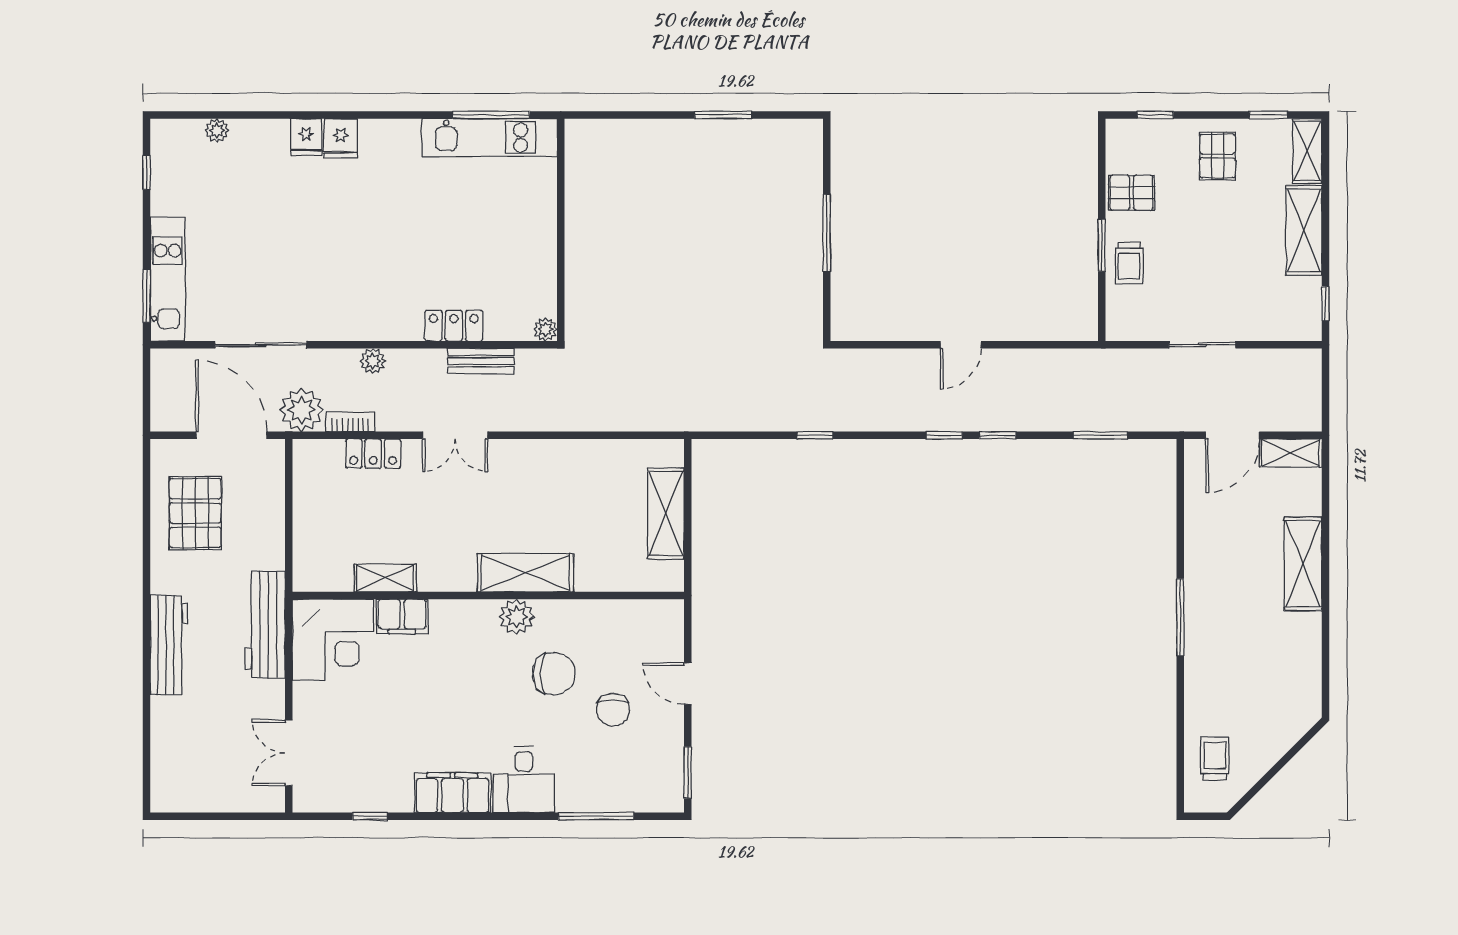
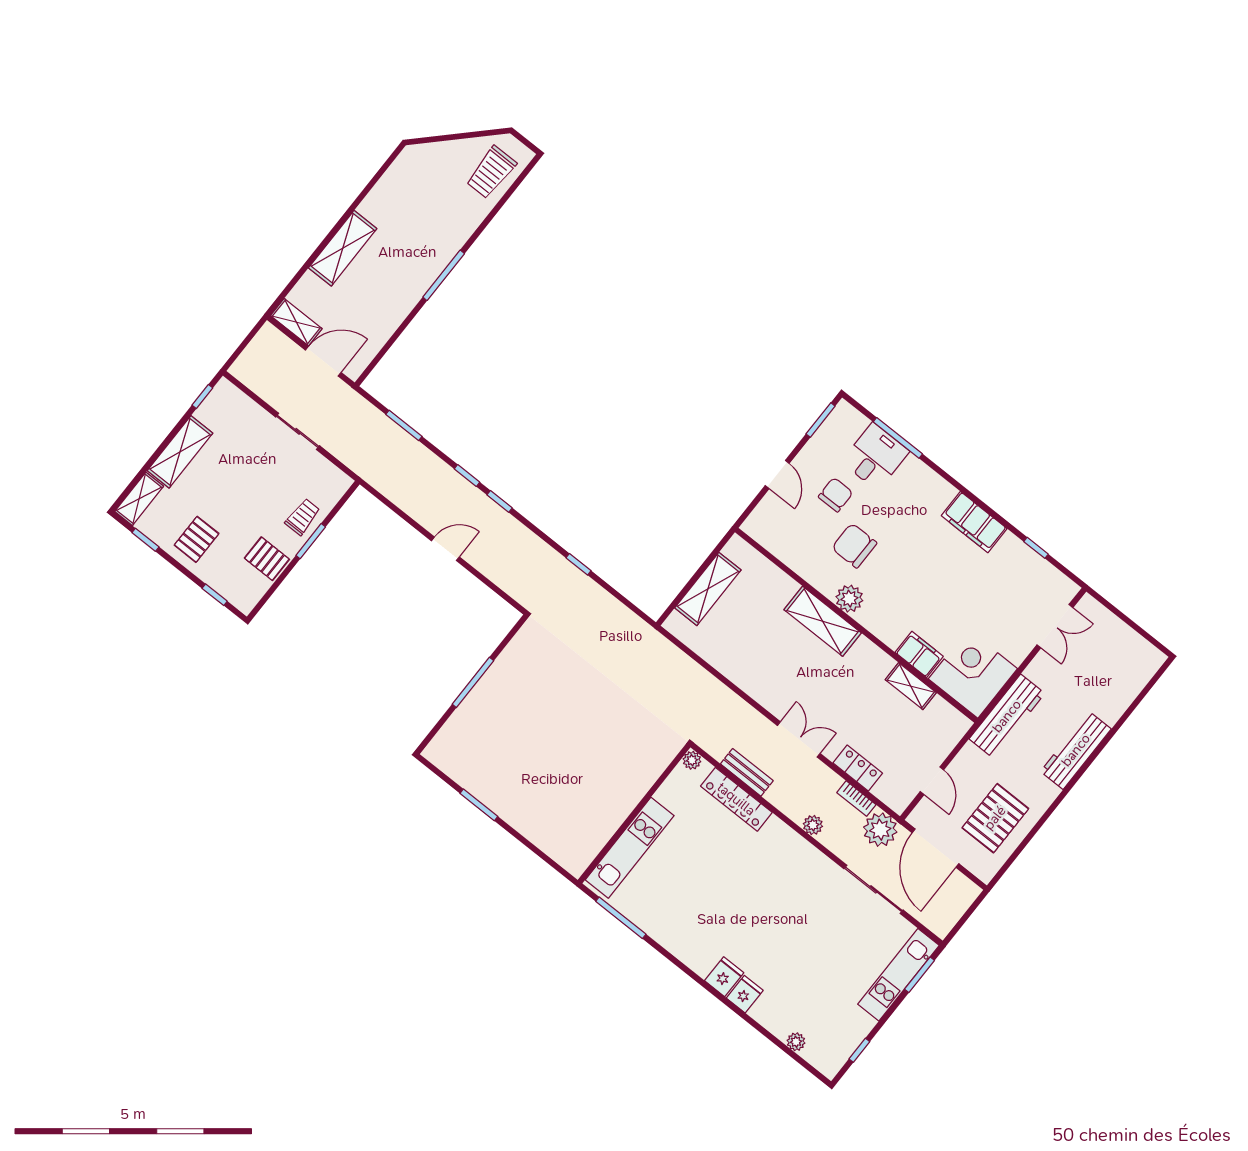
kitchen unit: (490, 138) -> (630, 848), moved, turned 90
locker: (454, 326) -> (736, 799), width x1.53
door: (289, 500) -> (932, 781), added
trolley: (1215, 758) -> (491, 172), width x1.36, depth x1.39
desk: (524, 779) -> (875, 457), moved

